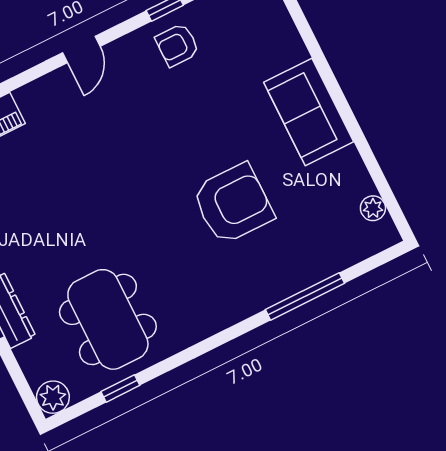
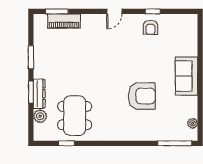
armchair: (177, 45) -> (151, 27), turned -90
window: (305, 296) -> (175, 143), moved
plant: (53, 397) -> (40, 116), moved

